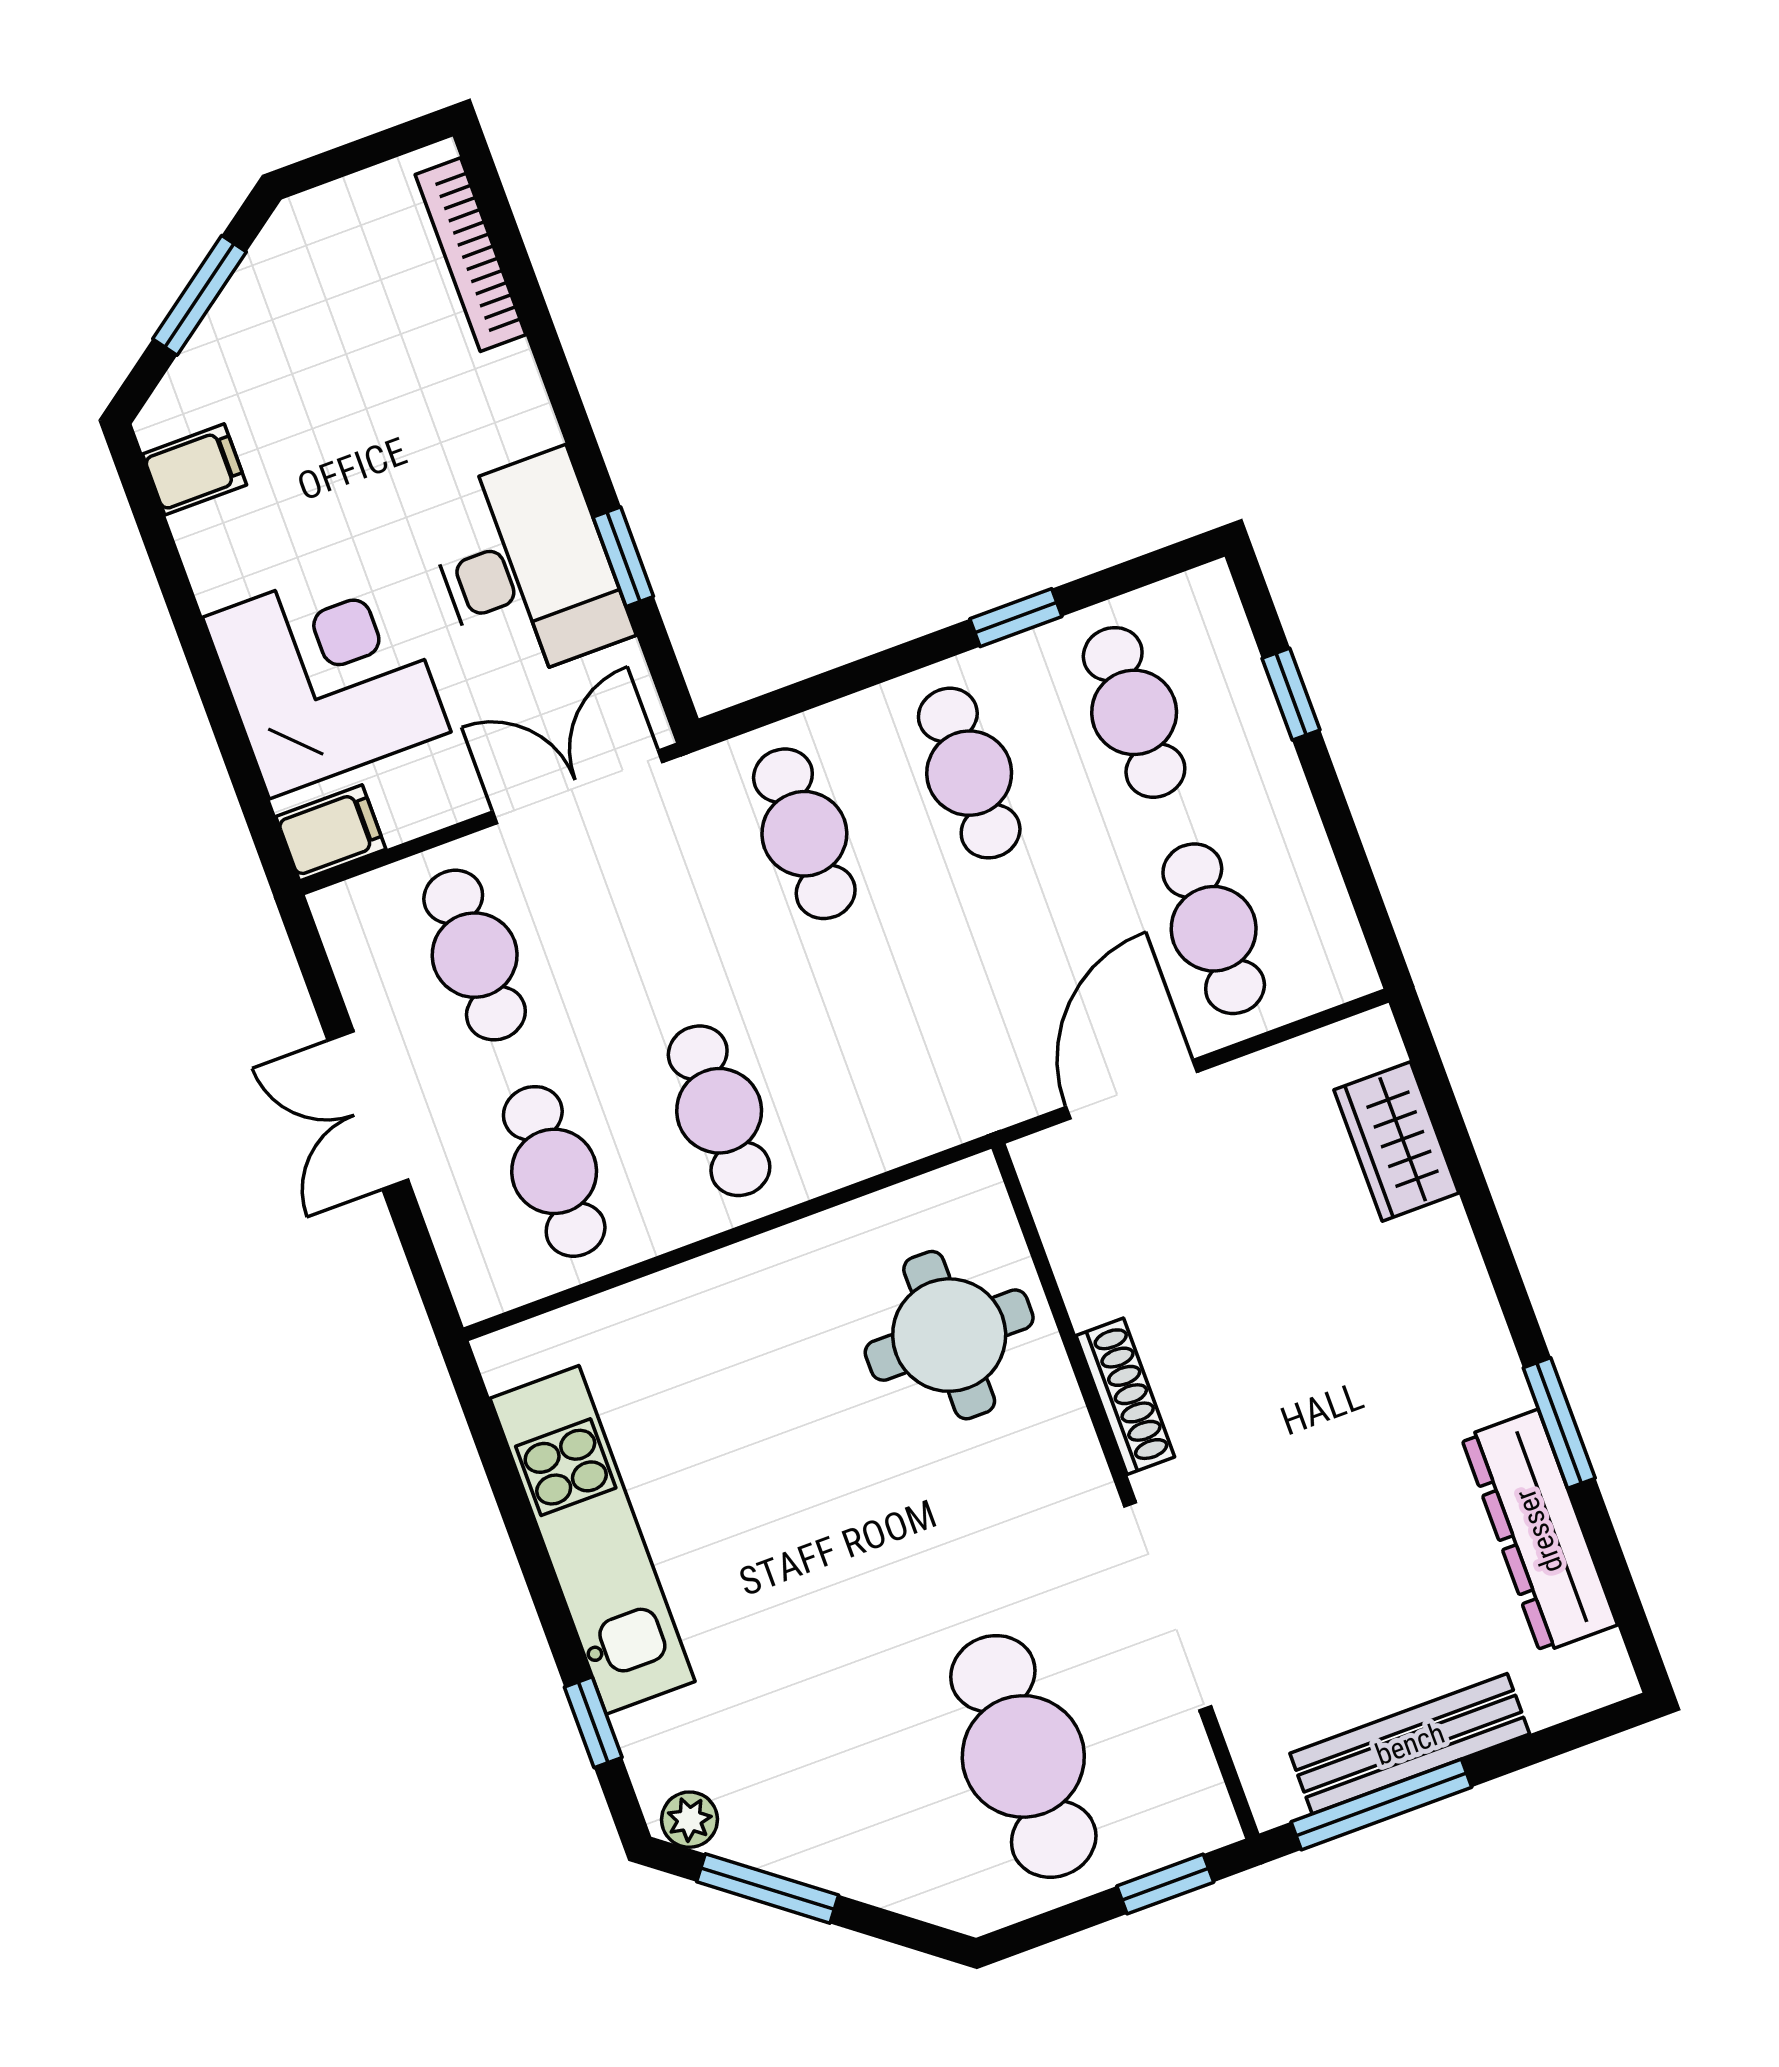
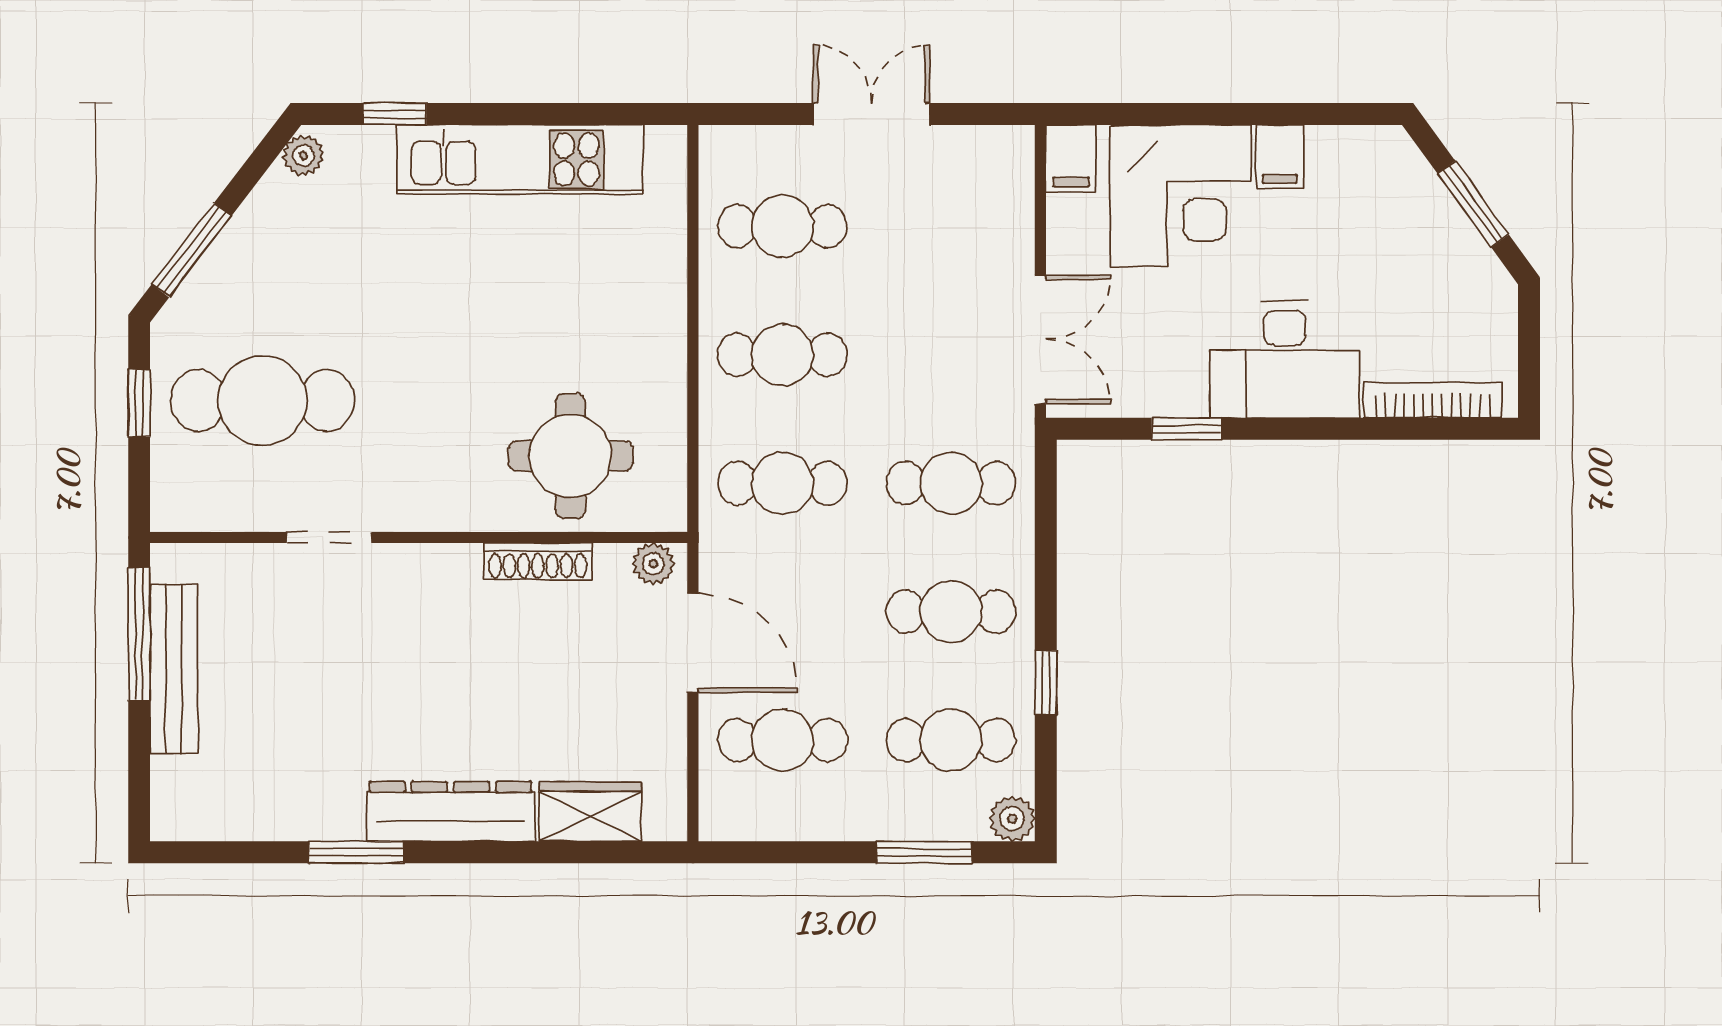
filing cabinet: (195, 469) -> (1280, 157), moved
desk: (526, 567) -> (1285, 359), moved
plant: (1206, 597) -> (1012, 819), added
window: (1291, 694) -> (924, 852), width x1.50
cafe table: (475, 955) -> (782, 483), moved
plant: (1048, 1178) -> (653, 564), added
shoe rack: (1125, 1396) -> (538, 561), moved
dresser: (1539, 1531) -> (450, 811), moved
doorway: (1168, 1606) -> (329, 537), width x0.53
window: (1165, 1884) -> (139, 403), moved
window: (768, 1888) -> (192, 250), moved

